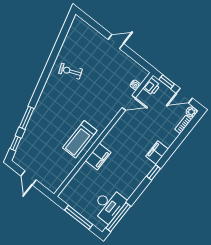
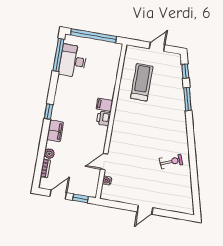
printer: (152, 87) -> (104, 118), moved
plant: (191, 112) -> (49, 154), moved
treadmill: (80, 139) -> (142, 82), moved
filing cabinet: (98, 156) -> (104, 105), width x0.50
door: (29, 178) -> (157, 47), hinge flipped
window: (79, 217) -> (94, 36), width x1.46

